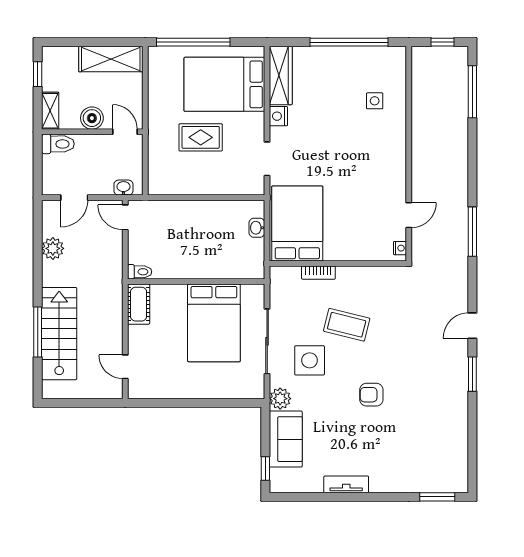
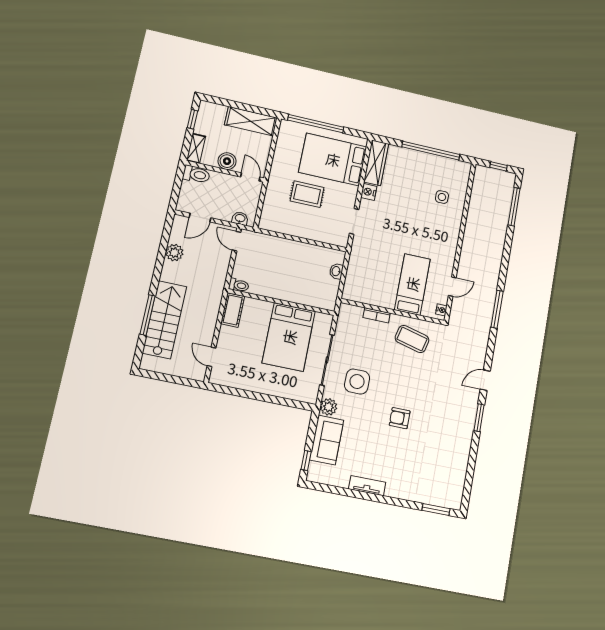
bed: (297, 223) -> (412, 284), moved, width x0.67
coffee table: (347, 325) -> (412, 339), moved

